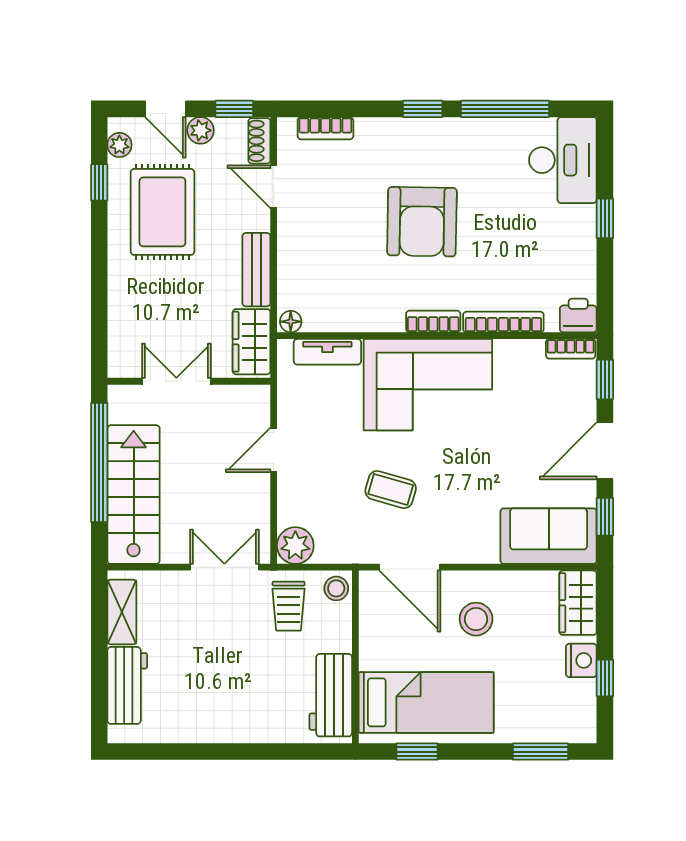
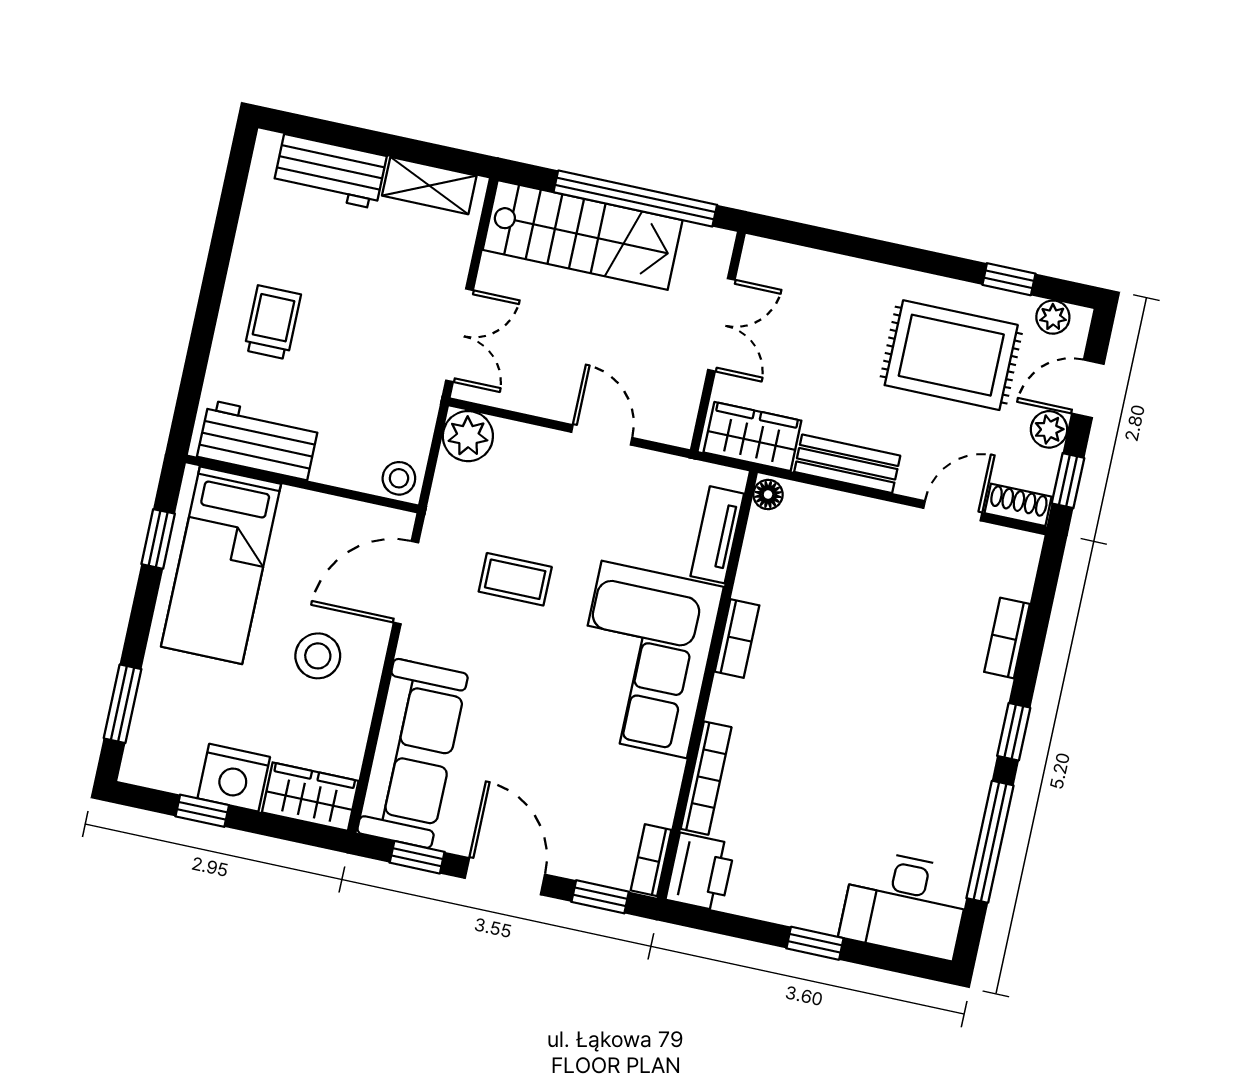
bookcase: (325, 128) -> (1007, 638), moved
armchair: (422, 222) -> (863, 698), removed
printer: (578, 316) -> (700, 872), width x1.36, depth x1.24
bookcase: (433, 321) -> (737, 638), moved
coffee table: (391, 490) -> (515, 579), turned 74
sofa: (549, 536) -> (413, 753), width x1.36
trolley: (289, 606) -> (273, 322), moved, turned 90
nightstand: (581, 660) -> (234, 778), width x1.36, depth x1.33

